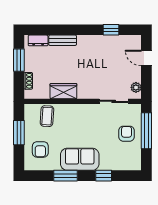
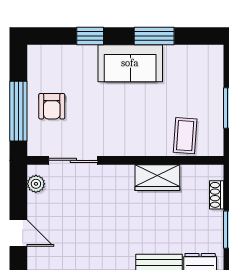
armchair: (40, 149) -> (196, 80), removed

